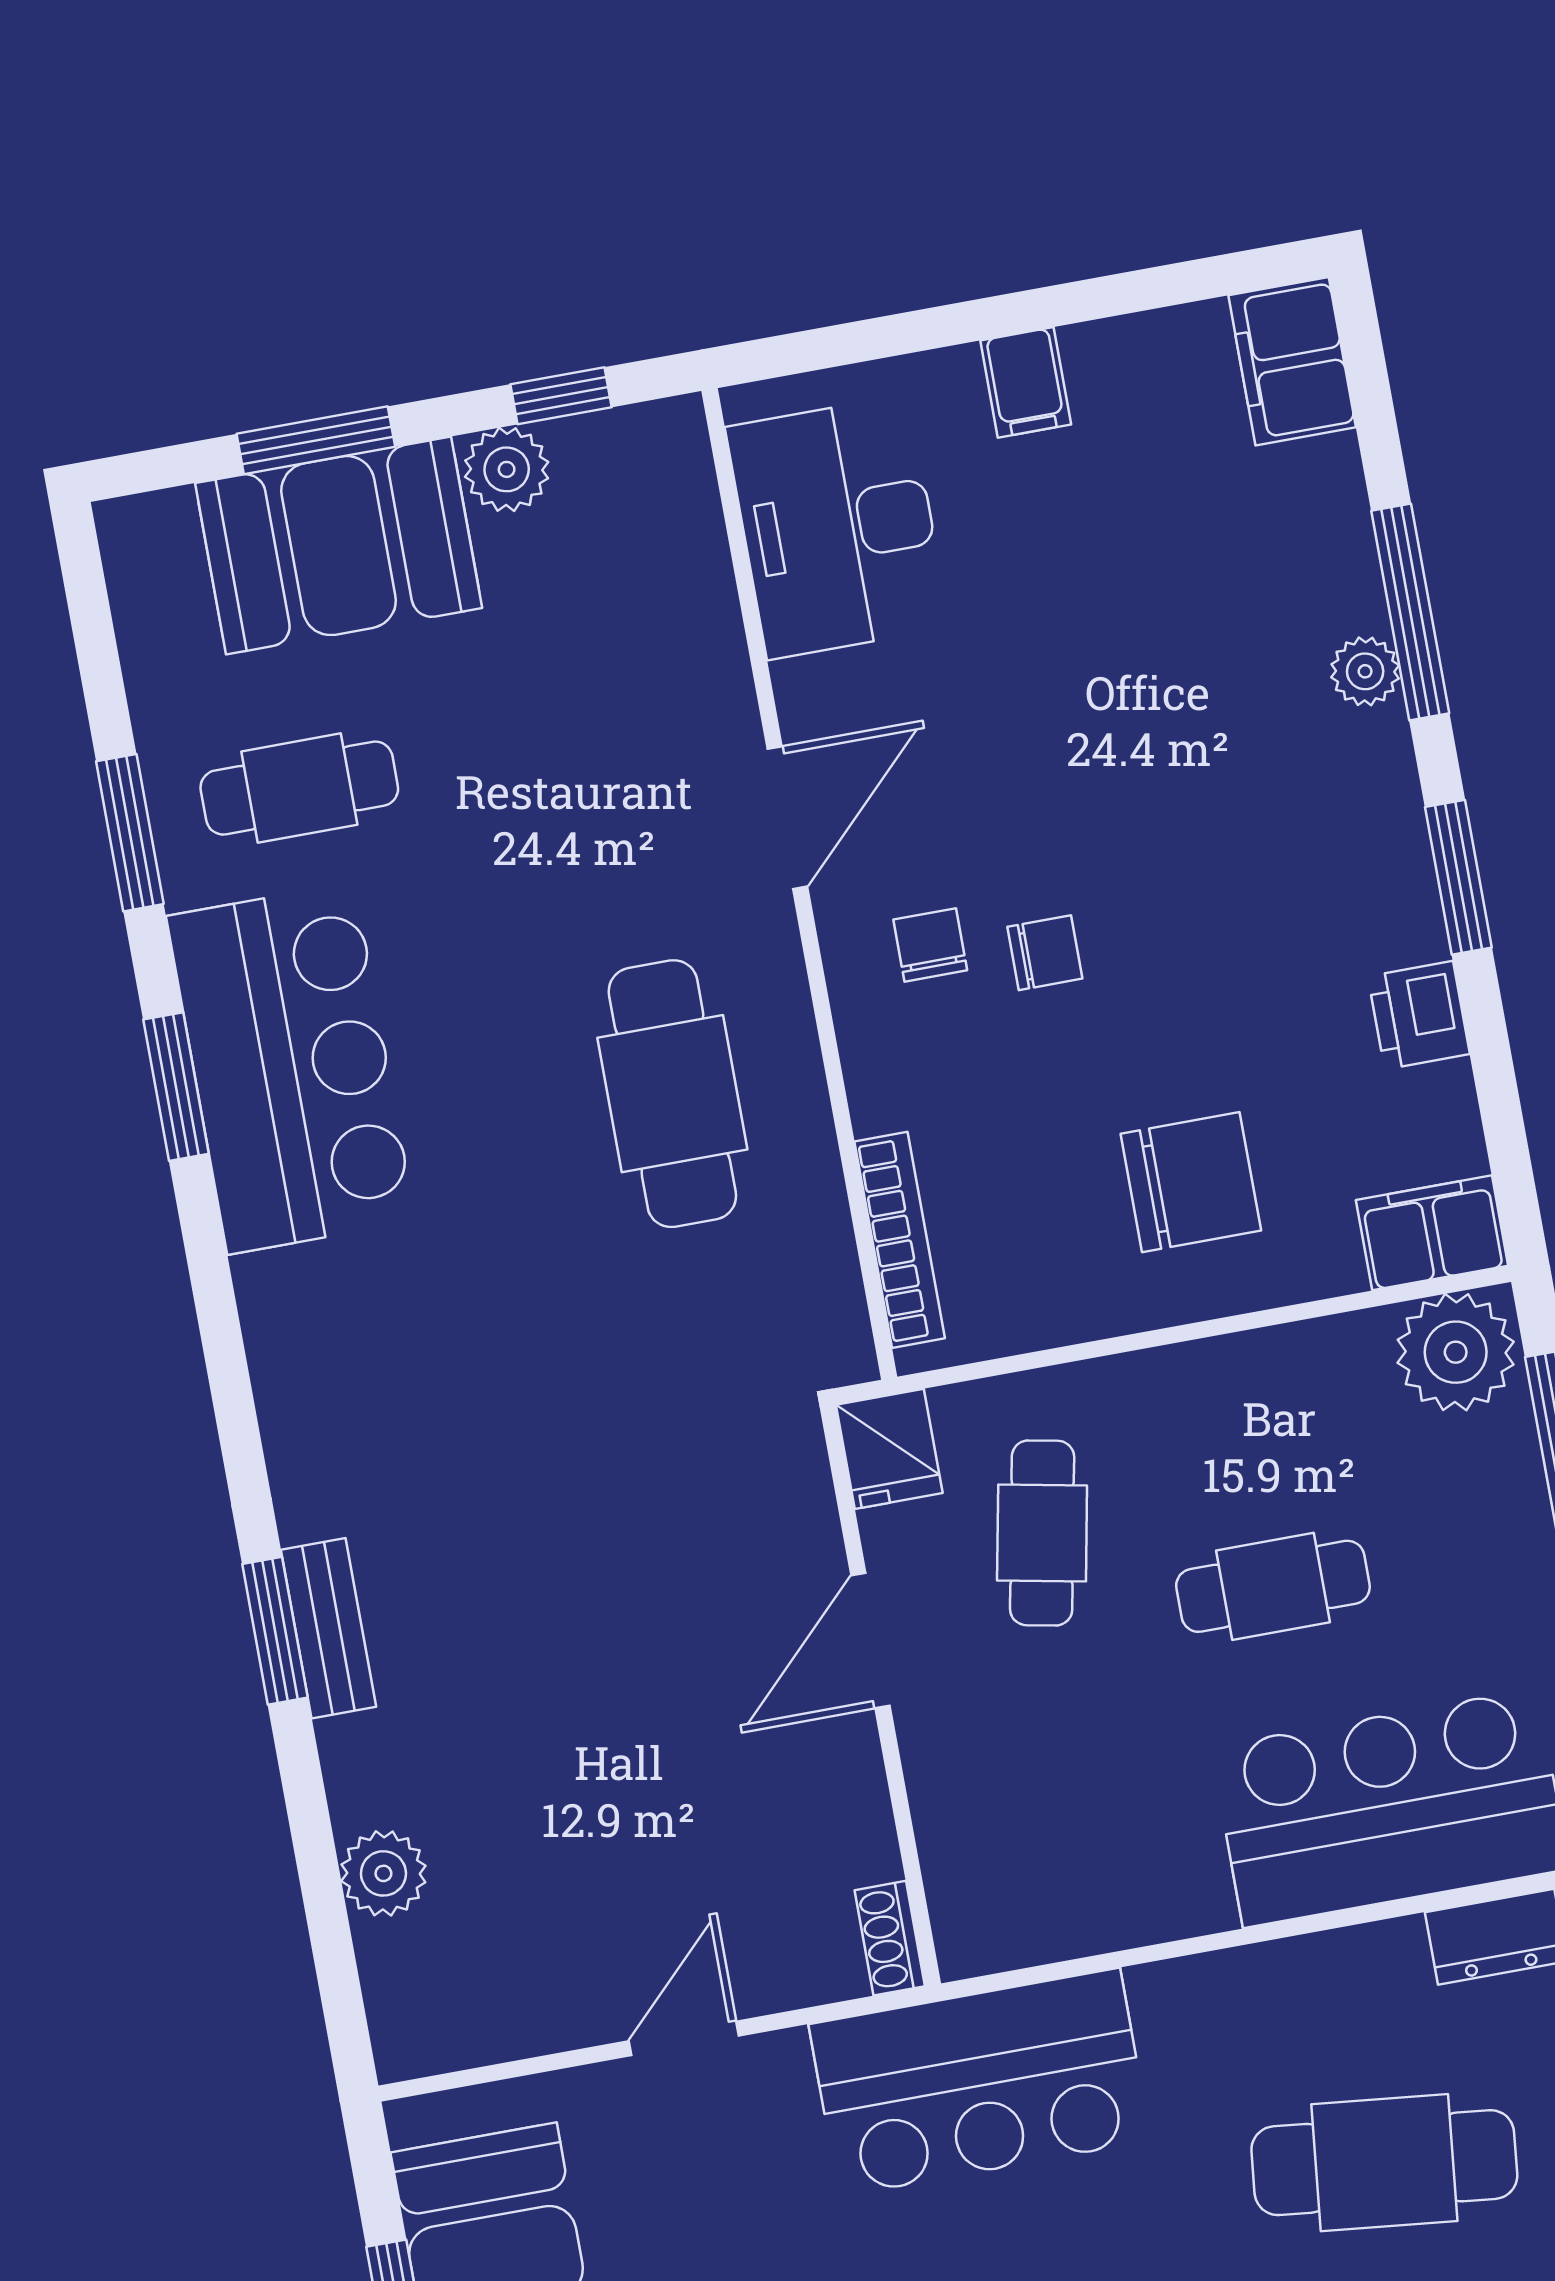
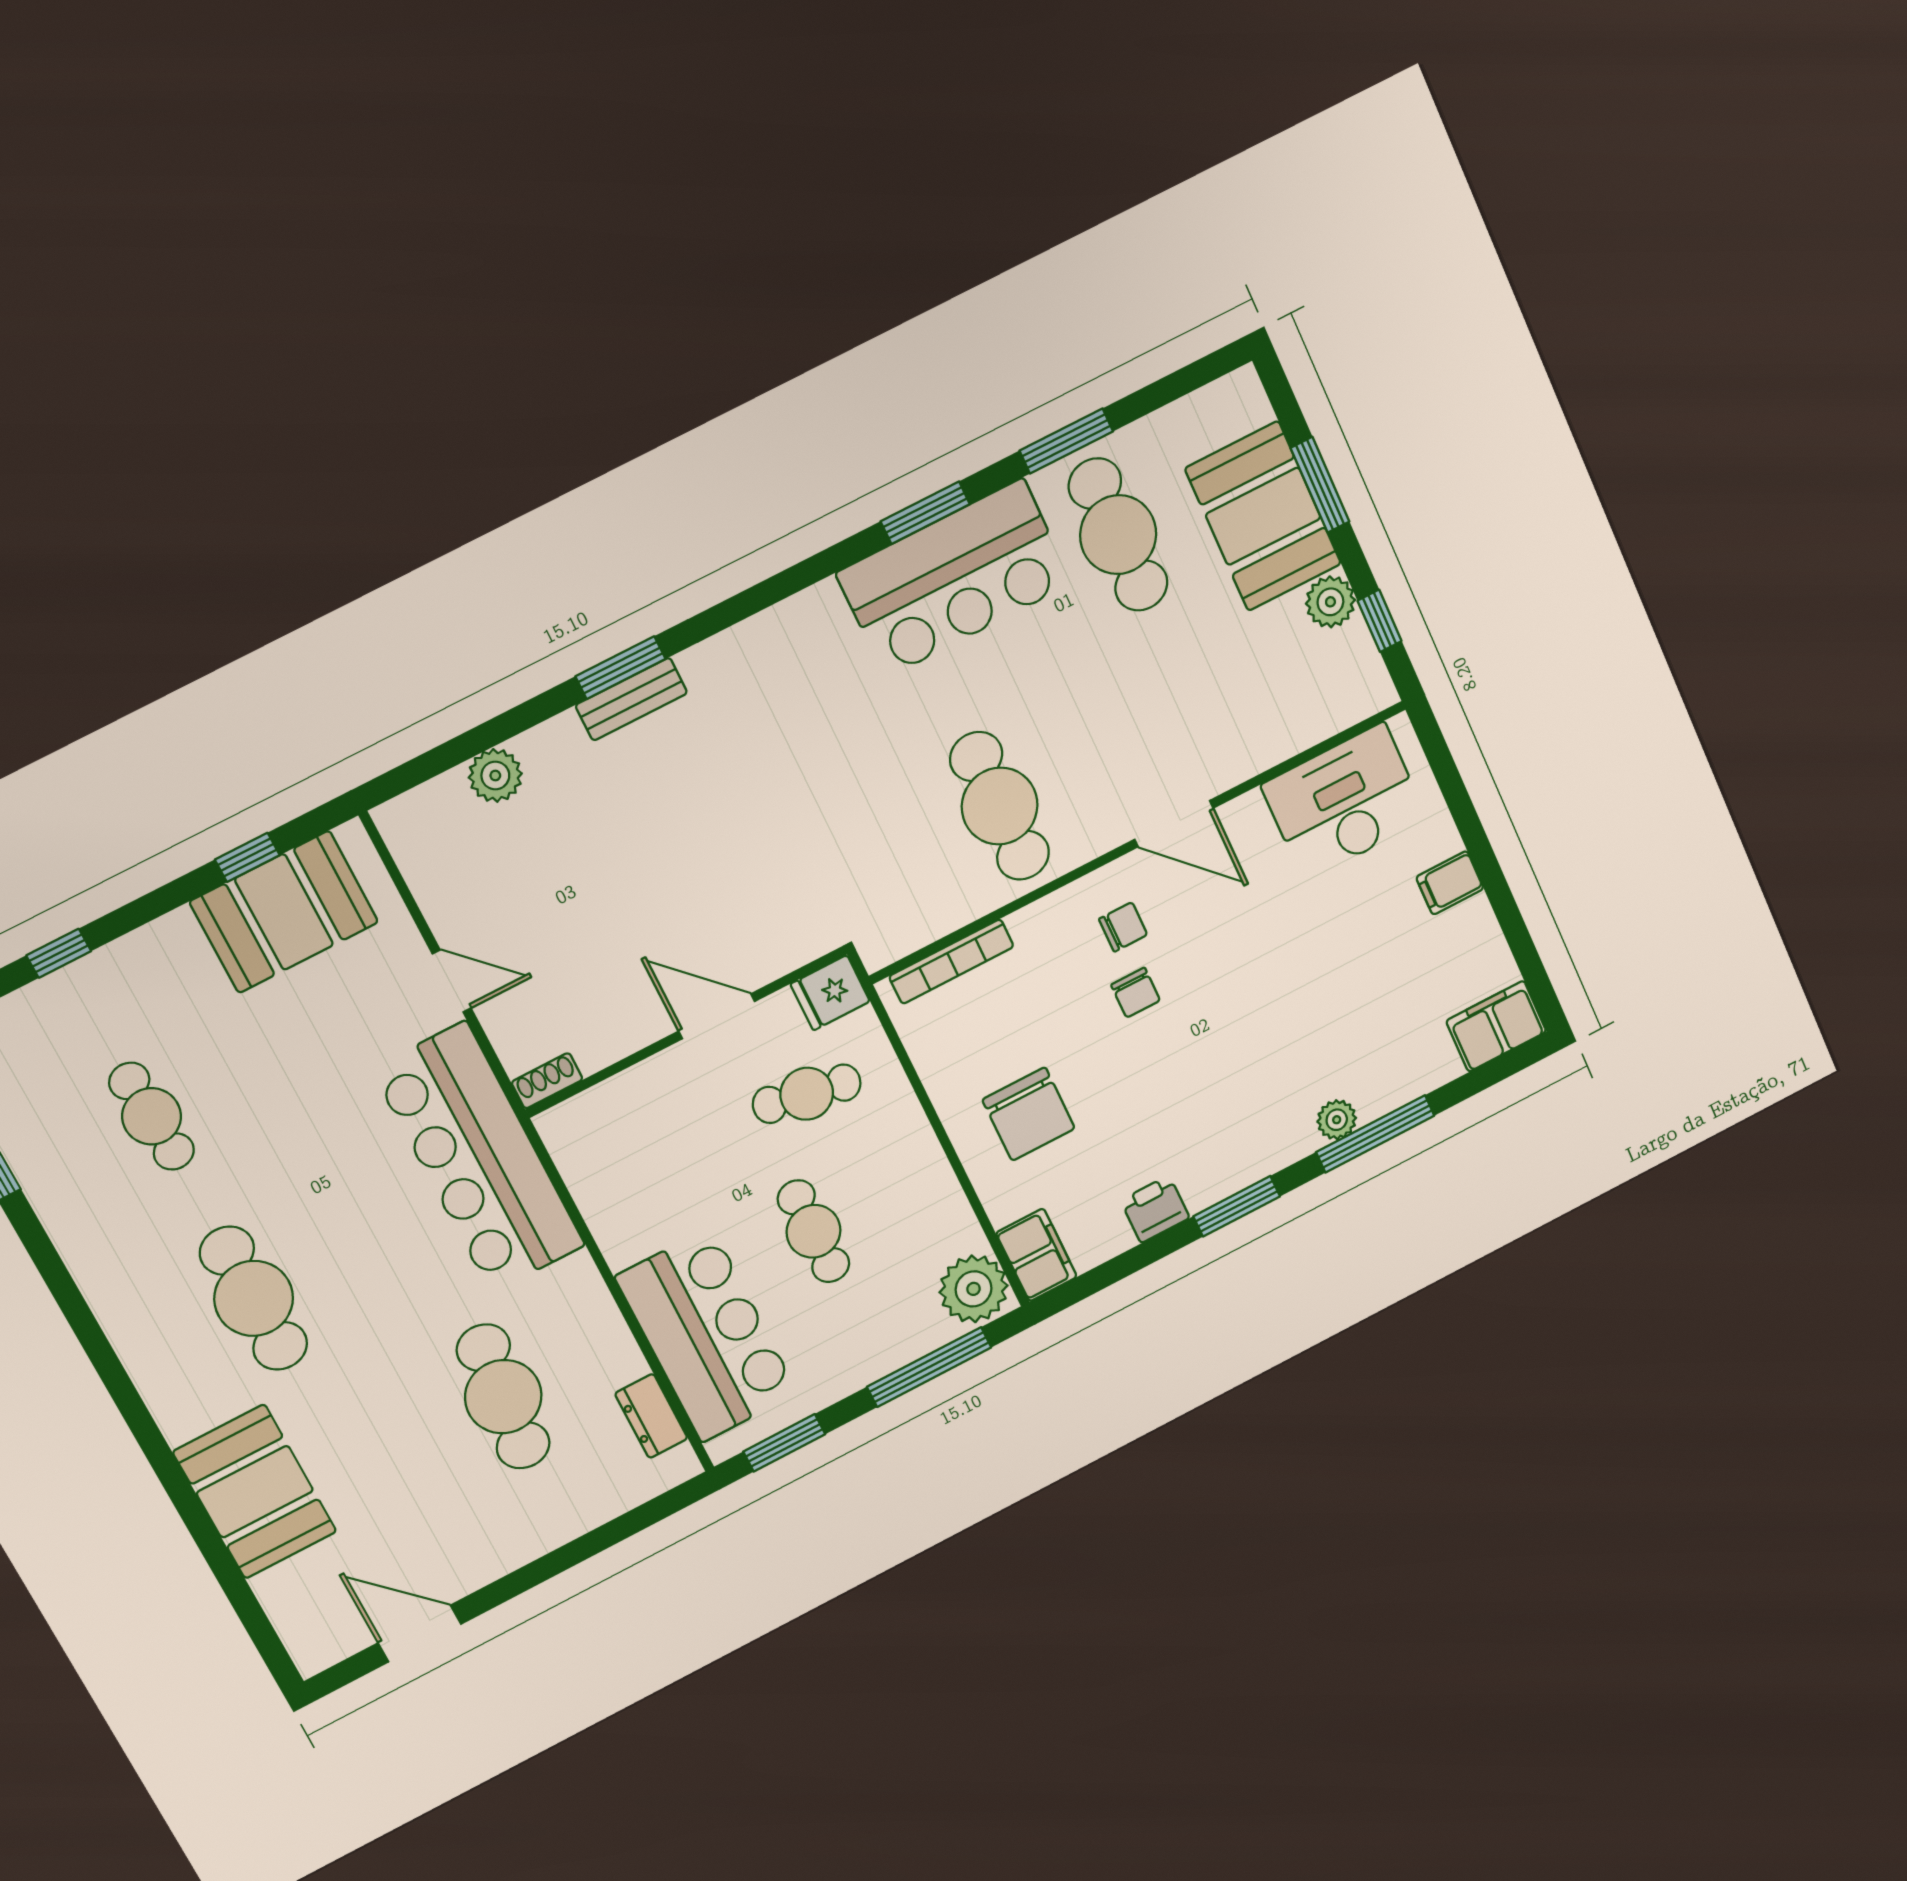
cafe table: (299, 788) -> (1118, 535), width x1.37, depth x1.35
cafe table: (672, 1094) -> (1000, 806), turned 90
bar counter: (980, 2082) -> (479, 1158), width x1.36

